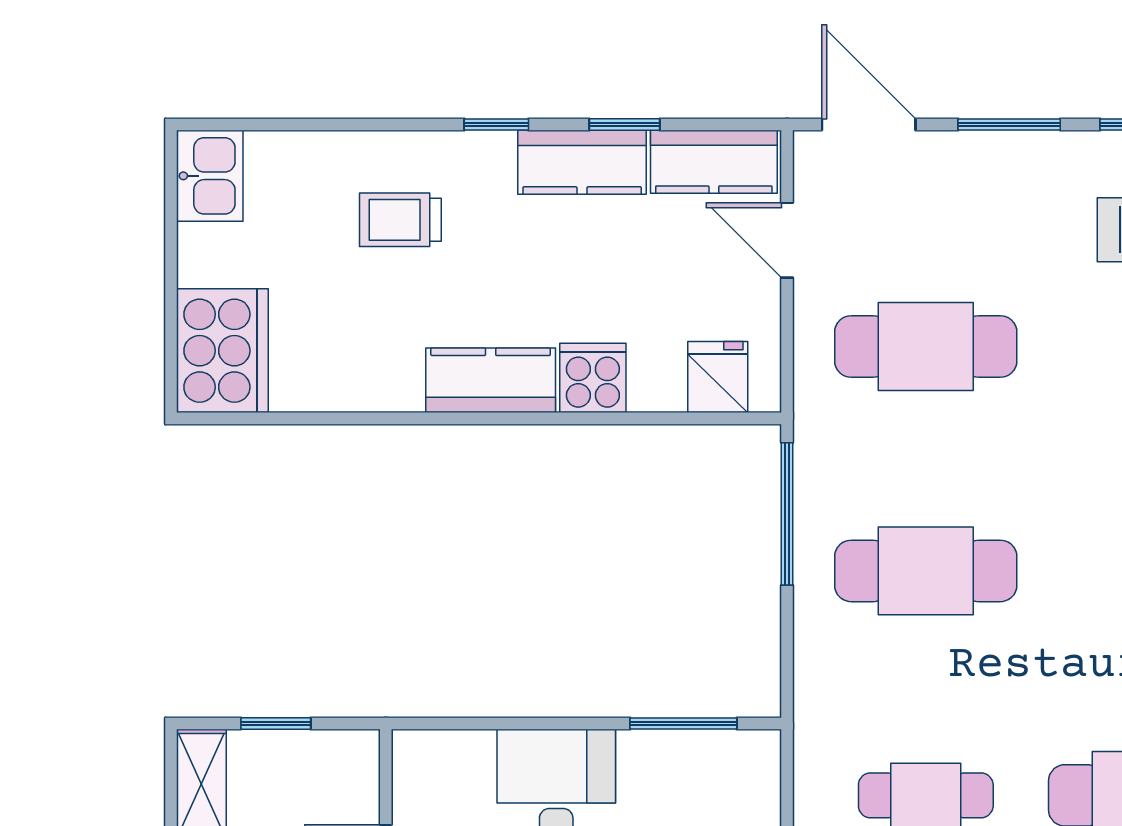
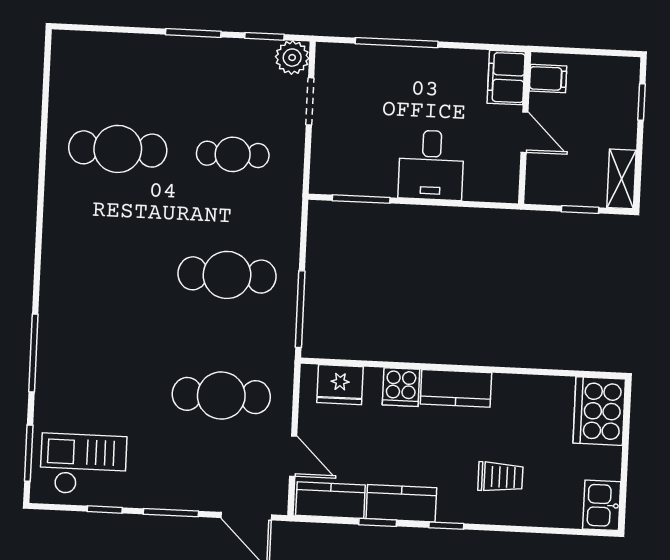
fridge: (718, 377) -> (340, 385), width x1.38

